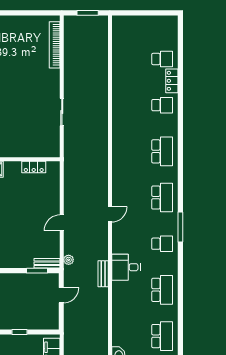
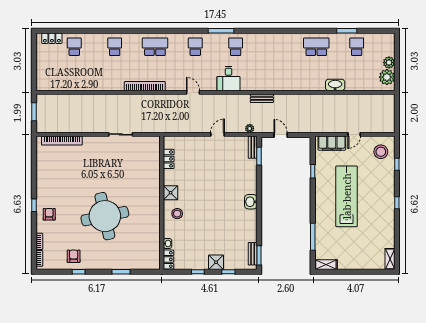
locker: (172, 81) -> (52, 38), moved
bookcase: (117, 140) -> (145, 86), added
school desk: (162, 198) -> (195, 47), width x0.54
door: (110, 214) -> (193, 92), moved
door: (62, 223) -> (217, 134), swing flipped
desk: (126, 267) -> (229, 78), moved
school desk: (162, 290) -> (276, 47), removed

